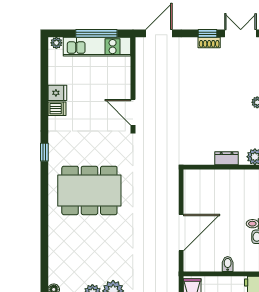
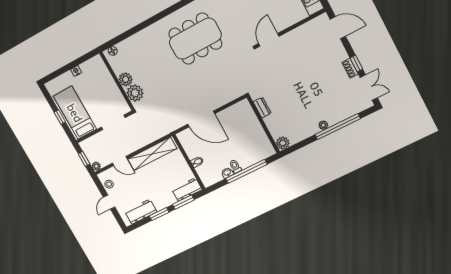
dresser: (227, 158) -> (262, 108), moved
dining table: (89, 190) -> (195, 39), turned 90

